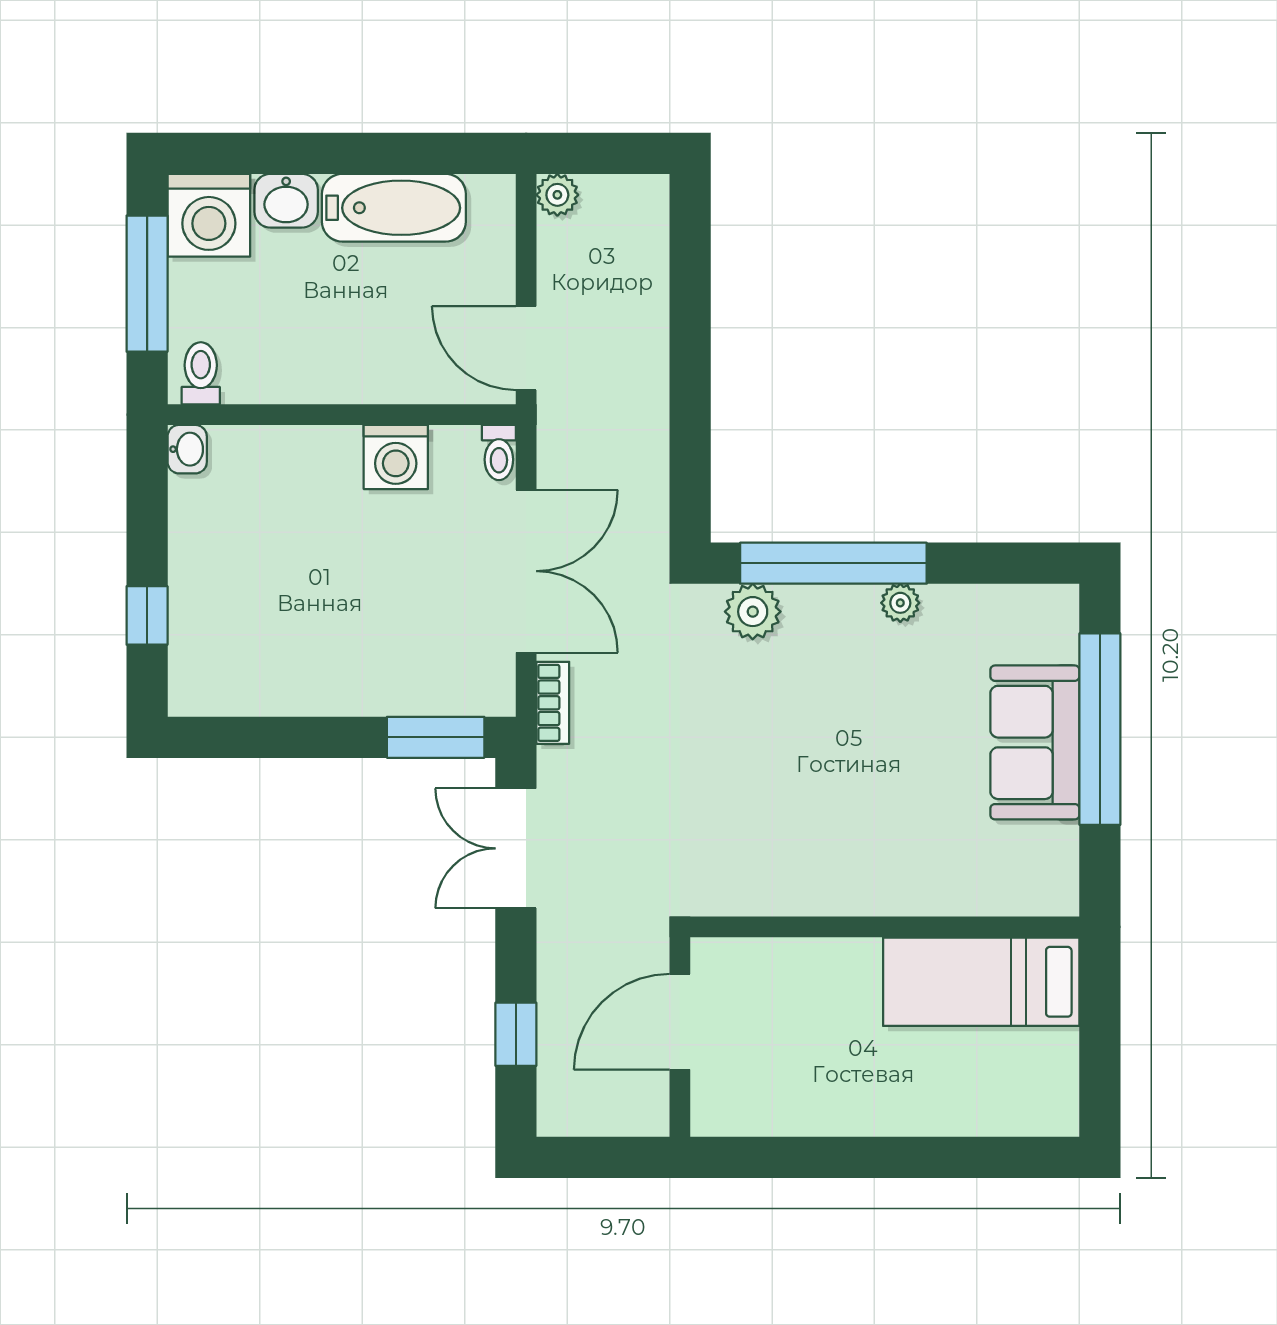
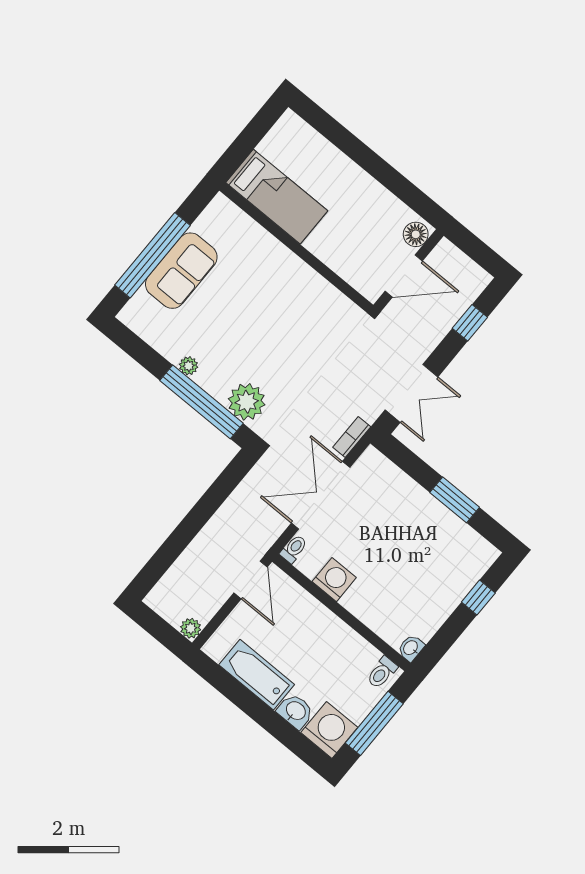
plant: (753, 612) -> (247, 402), width x1.36, depth x1.36
window: (436, 737) -> (455, 500), moved
floor lamp: (715, 1103) -> (416, 234), added

